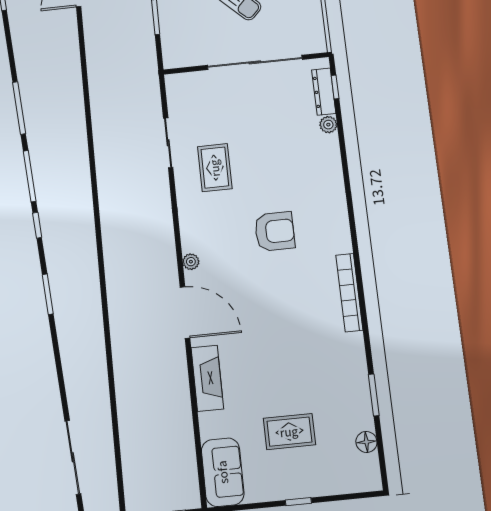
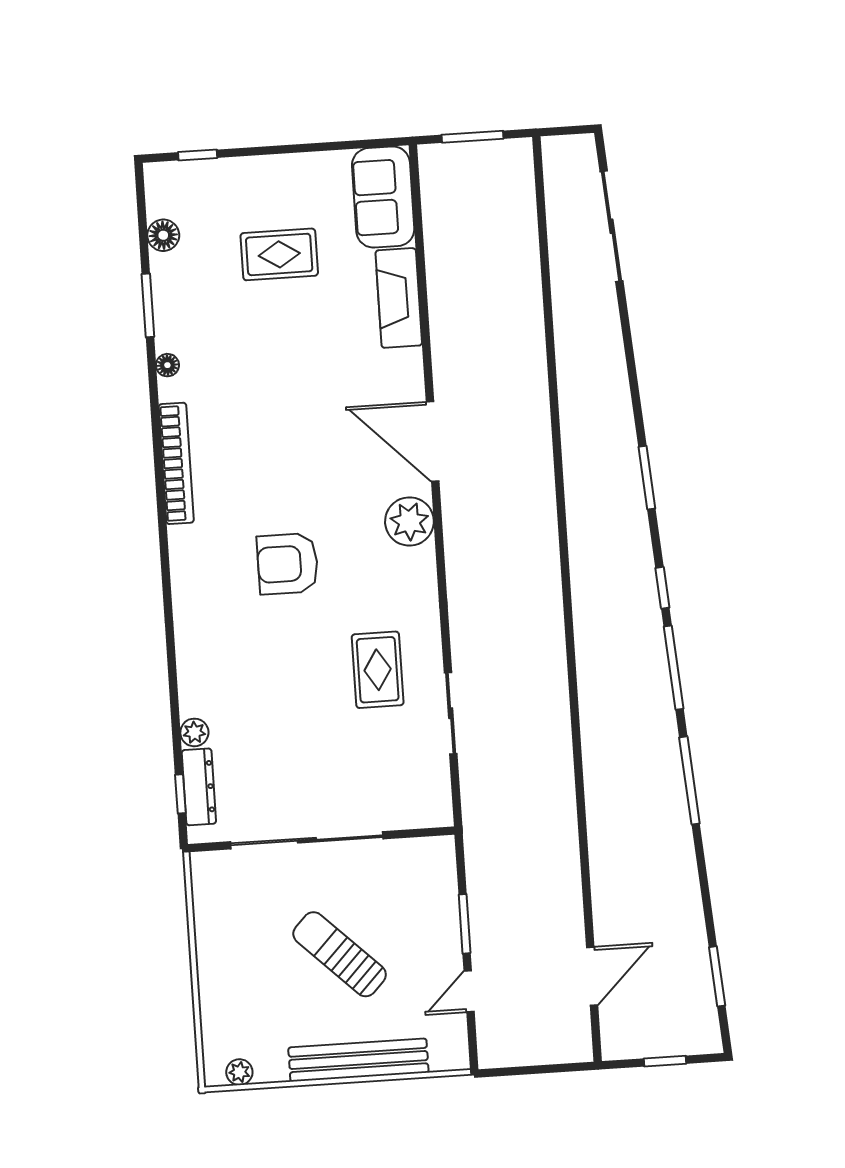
plant: (191, 262) -> (409, 521), width x1.87, depth x1.87
floor lamp: (359, 356) -> (167, 365), added
fireplace: (207, 378) -> (399, 298), moved
window: (298, 502) -> (198, 155), moved

